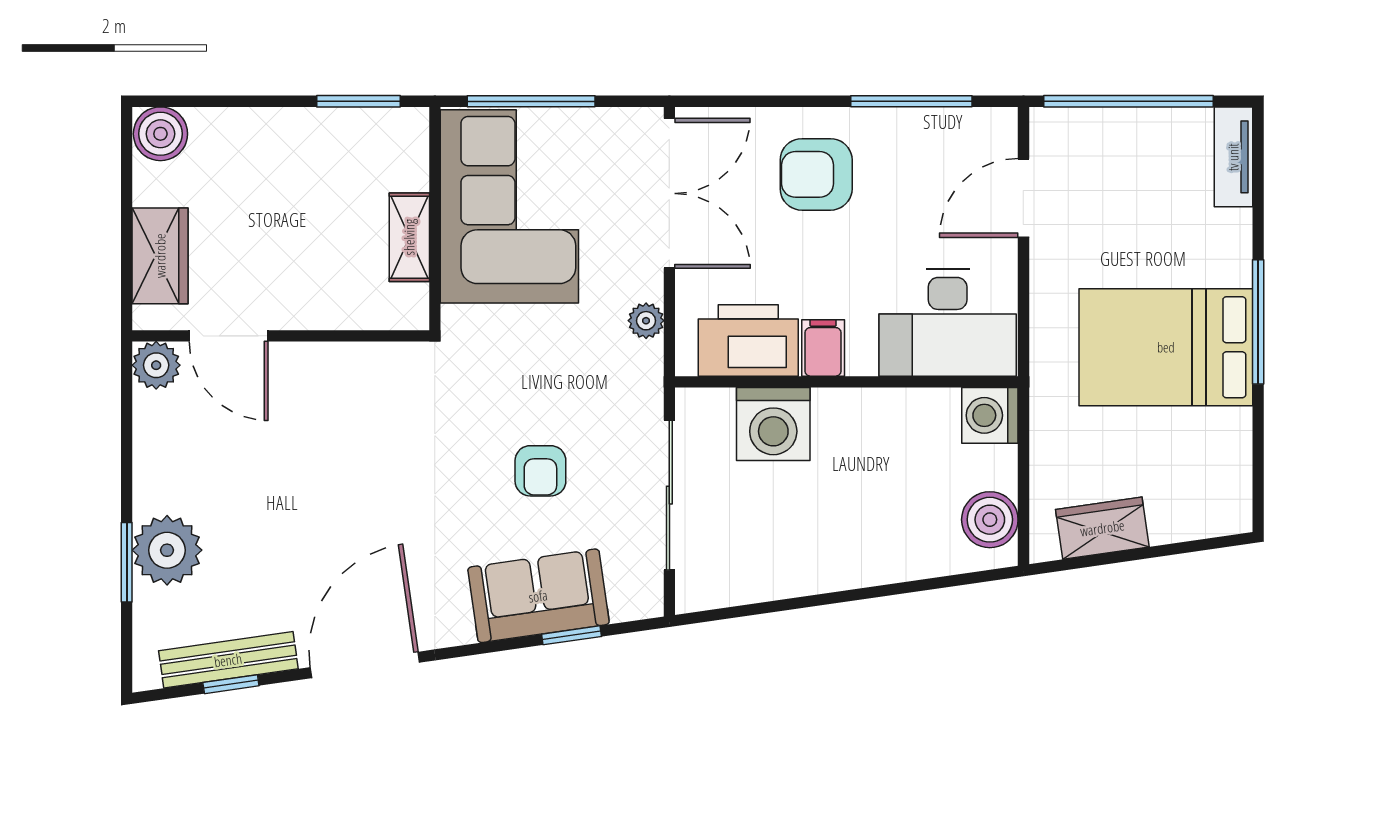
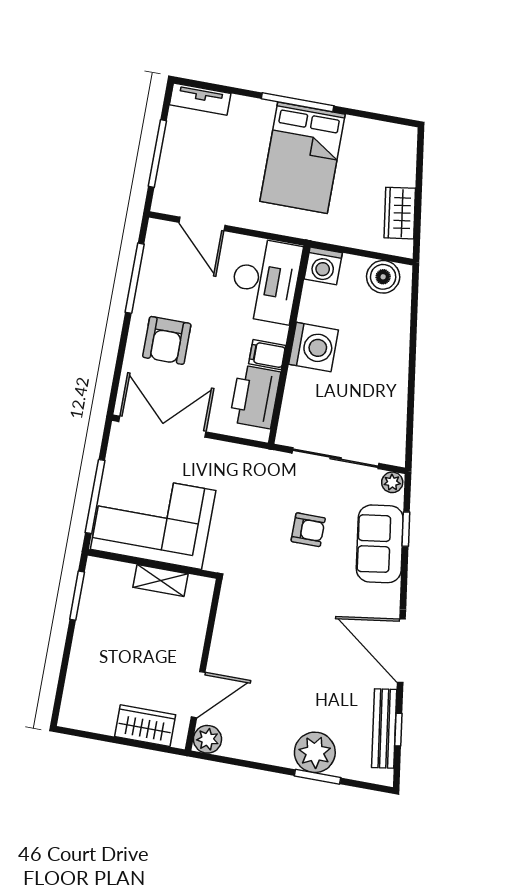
window: (1128, 101) -> (157, 154), width x0.68
boiler: (160, 134) -> (75, 713), removed
plant: (646, 321) -> (392, 482), moved
washing machine: (773, 424) -> (314, 347), moved

